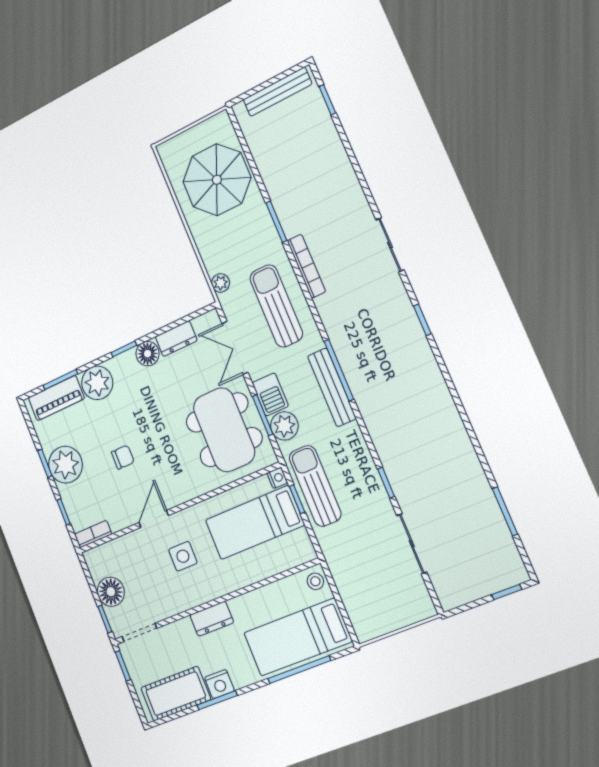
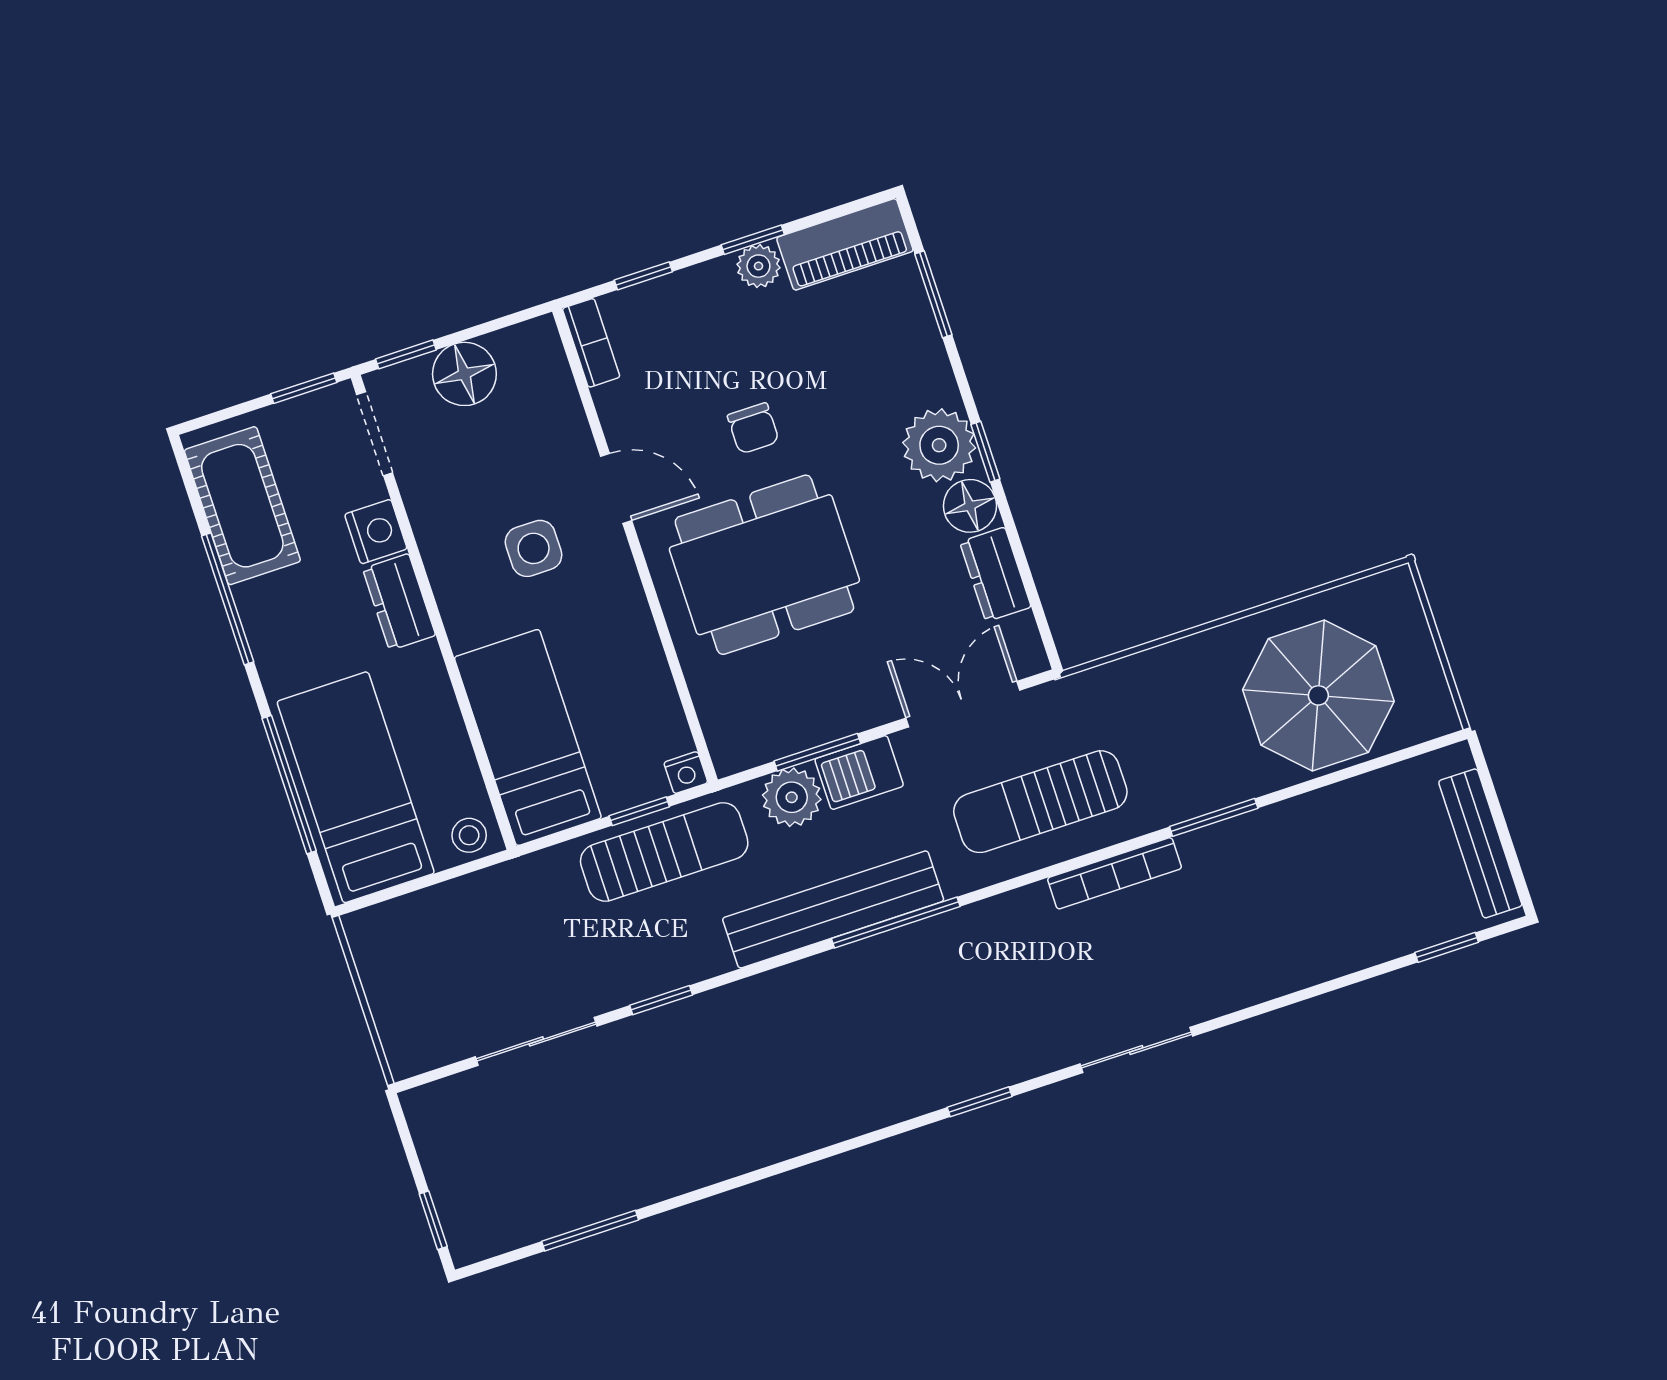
plant: (221, 283) -> (1102, 684), removed
sun lounger: (276, 306) -> (1040, 802), turned 180
plant: (97, 383) -> (939, 445), moved
bench: (332, 387) -> (833, 909), width x1.37, depth x1.21
piano: (56, 398) -> (845, 244), moved, turned -90
dining table: (224, 430) -> (764, 565), moved
plant: (65, 465) -> (758, 266), width x0.53, depth x0.53
bed: (255, 523) -> (528, 737), moved
nightstand: (219, 684) -> (376, 532), moved, turned 180
window: (217, 700) -> (228, 599), width x1.44

